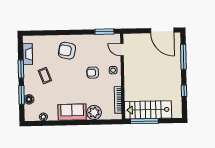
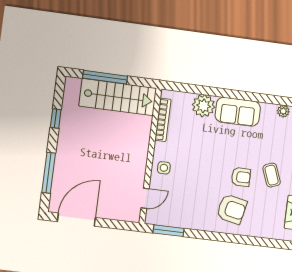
door: (162, 30) -> (76, 220), hinge flipped
door: (122, 50) -> (145, 198), hinge flipped
armchair: (93, 73) -> (241, 177), moved
window: (144, 121) -> (105, 77), moved

